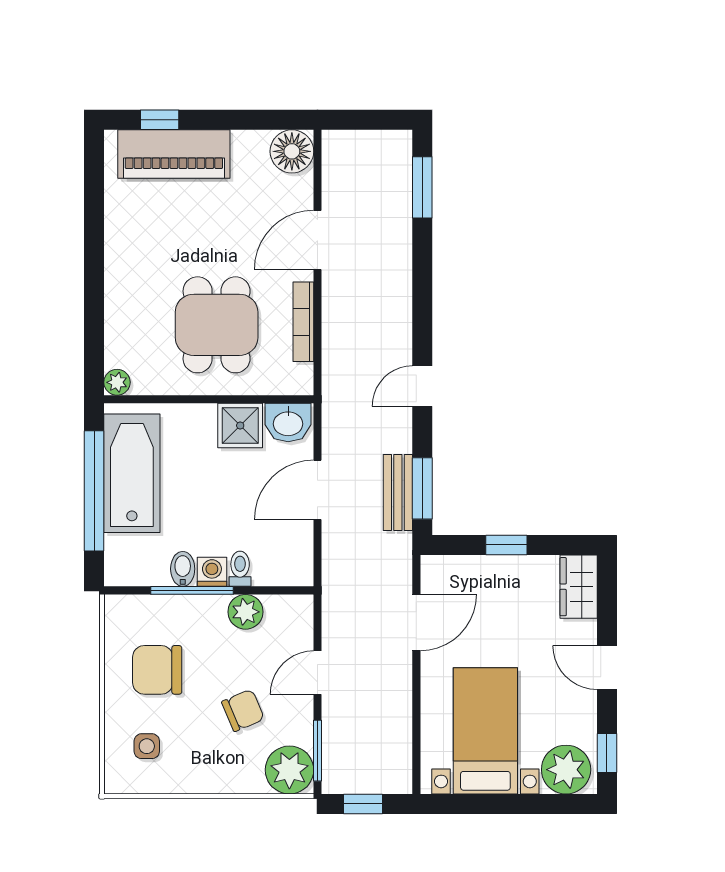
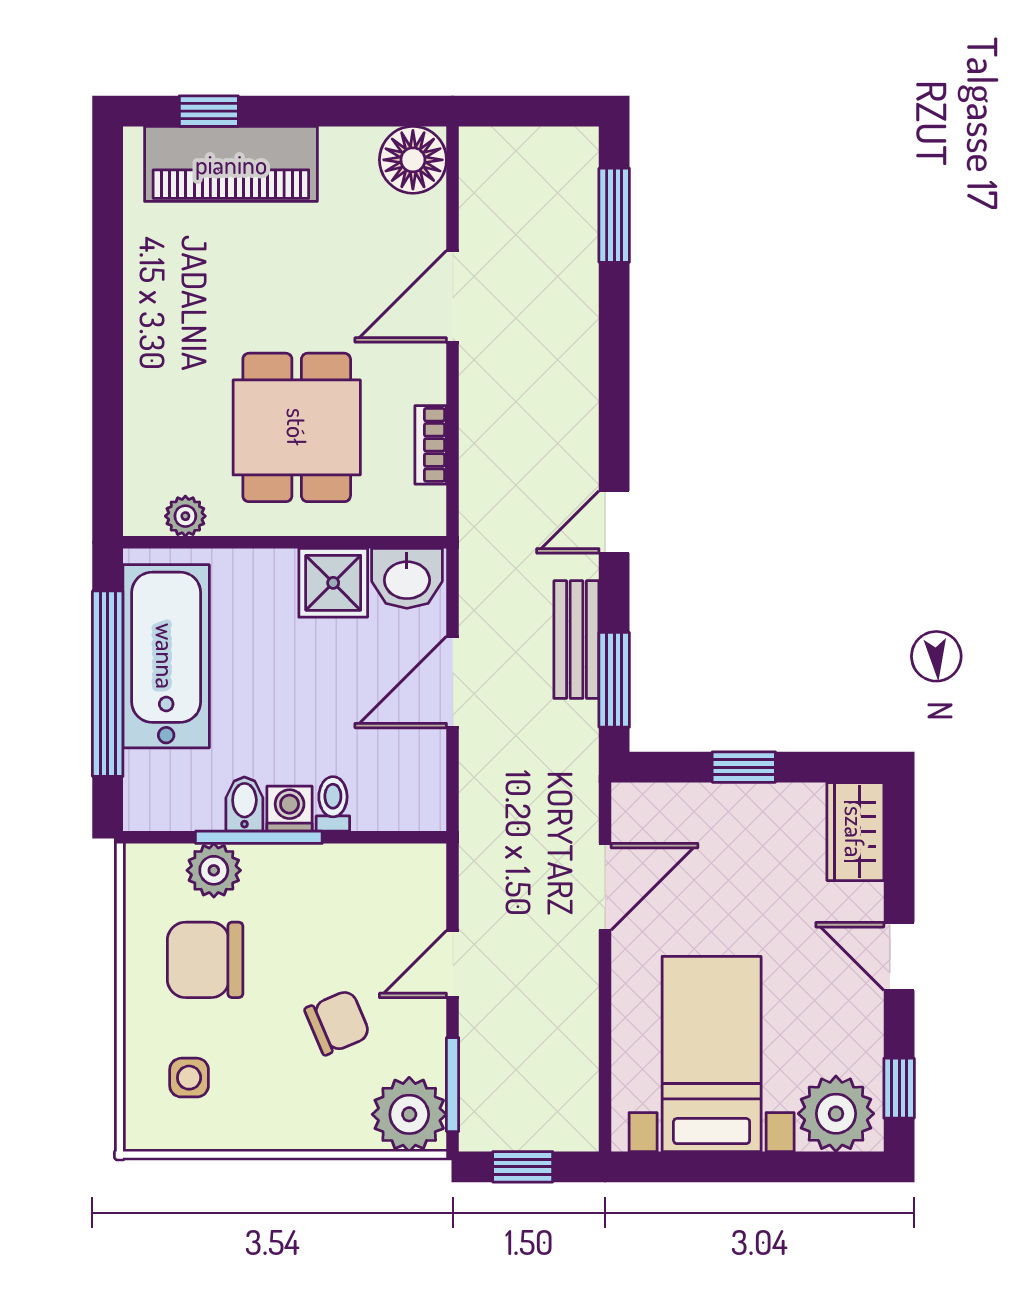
bookcase: (303, 322) -> (431, 445), width x0.64
plant: (117, 382) -> (185, 516), moved
bench: (398, 492) -> (576, 640), moved
plant: (246, 612) -> (214, 870), moved

